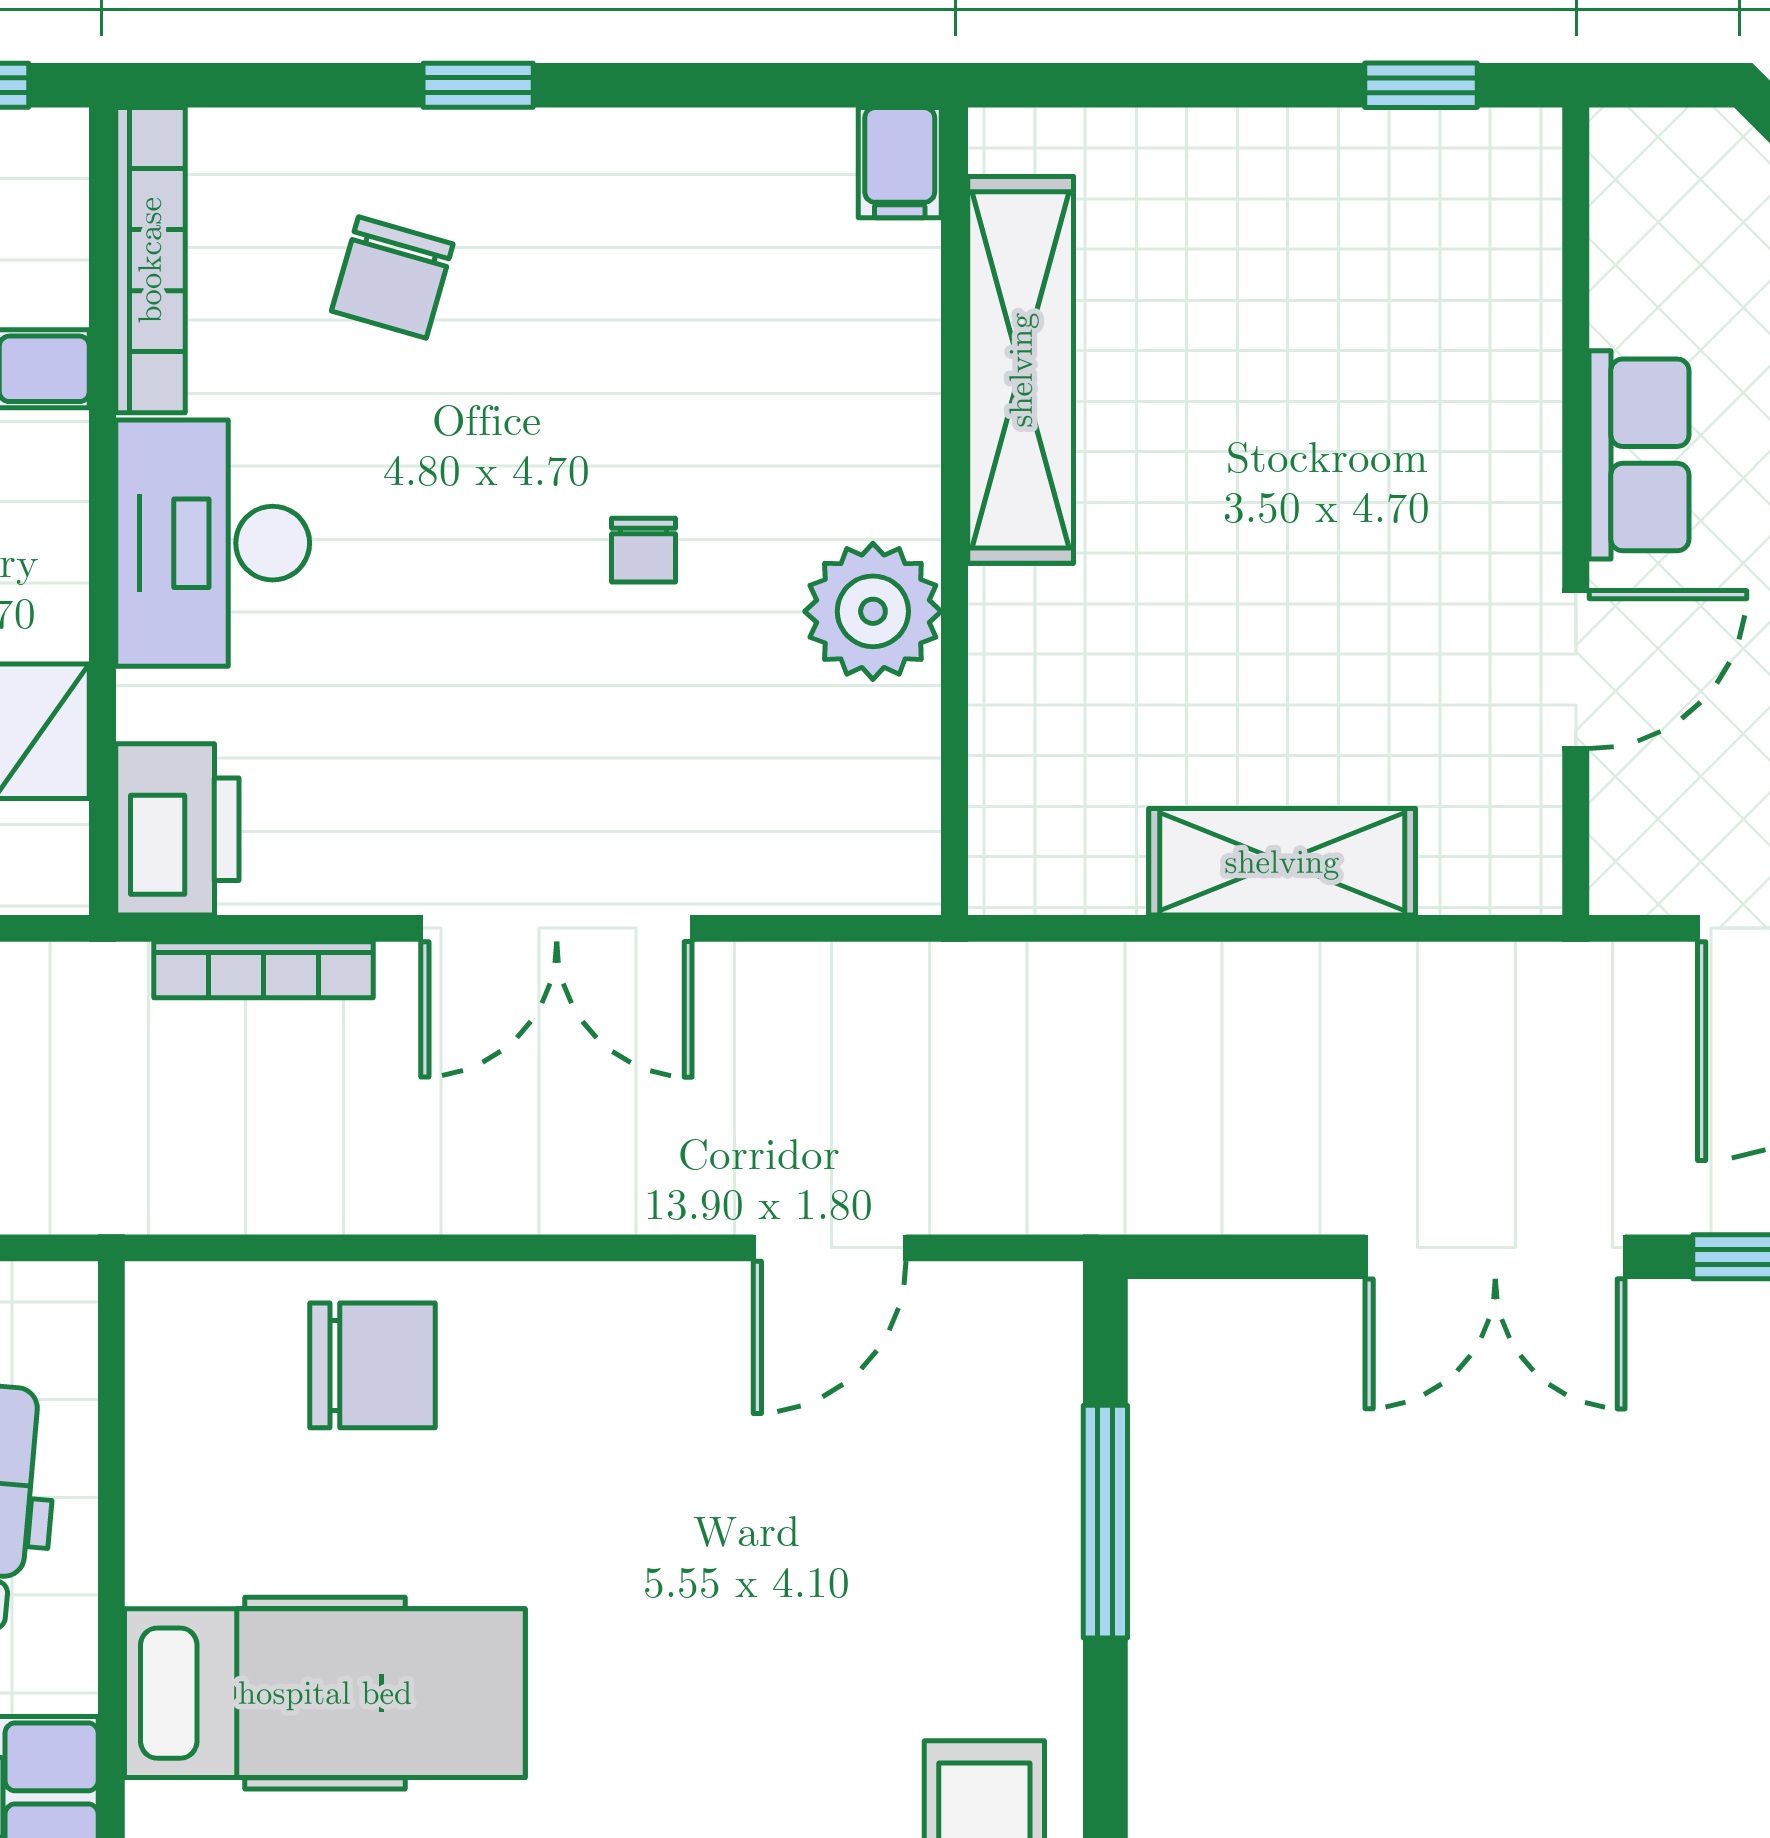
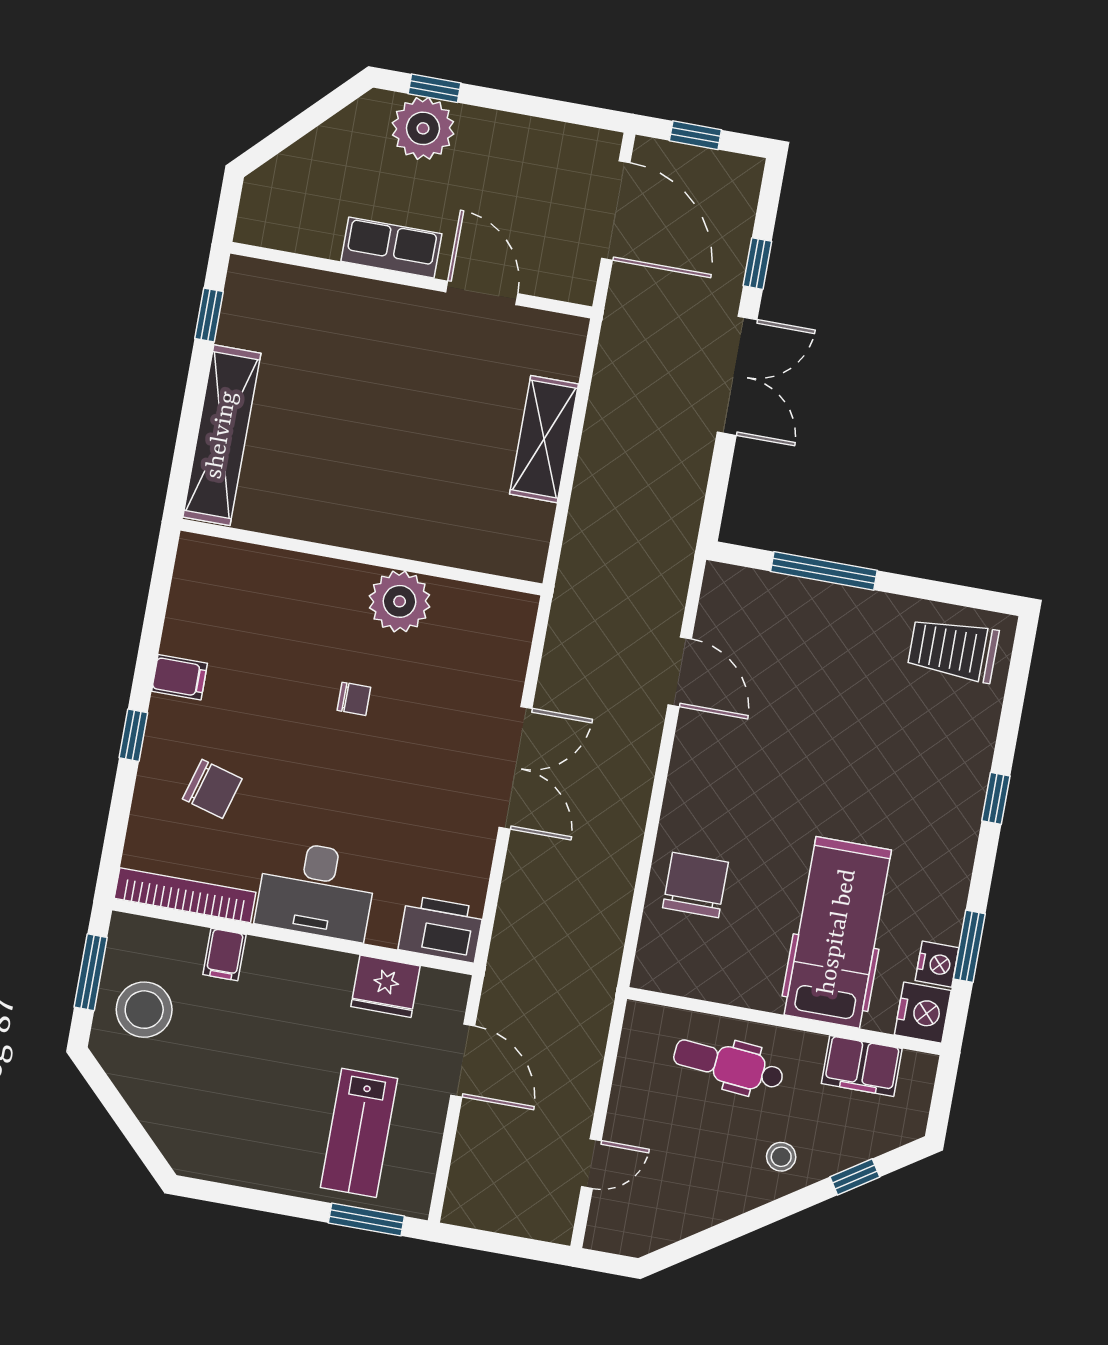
filing cabinet: (900, 163) -> (179, 677), moved
shelving: (1021, 370) -> (222, 435), moved, turned 90
bookcase: (263, 970) -> (510, 902), removed

